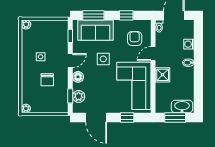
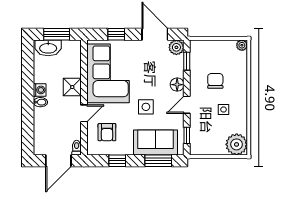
plant: (26, 25) -> (237, 144), width x1.87, depth x1.87
washing machine: (189, 44) -> (40, 90), moved
plant: (79, 96) -> (176, 47), moved

